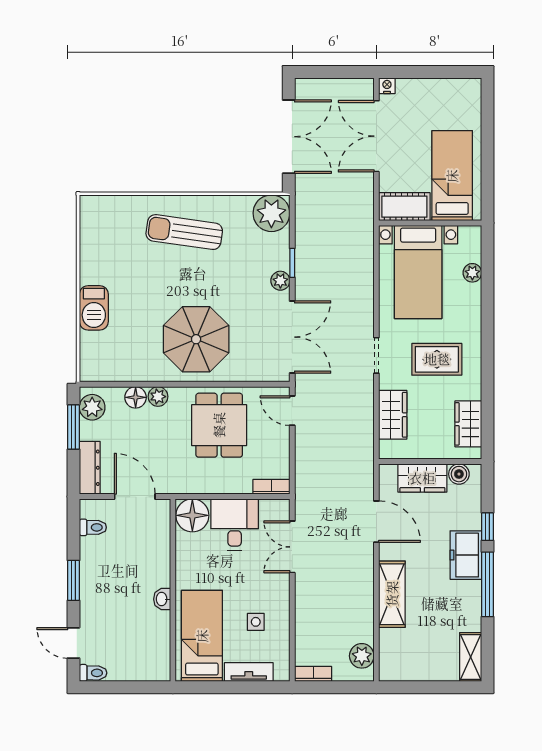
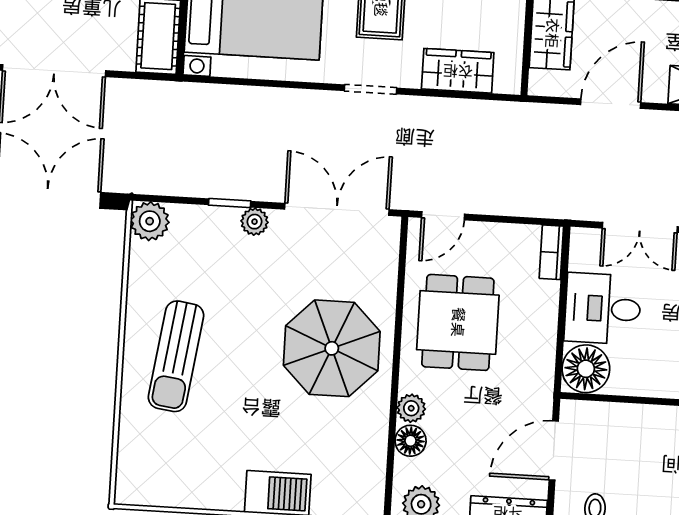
plant: (271, 213) -> (150, 221), width x0.73, depth x0.73
dining table: (219, 425) -> (458, 322), turned 90

